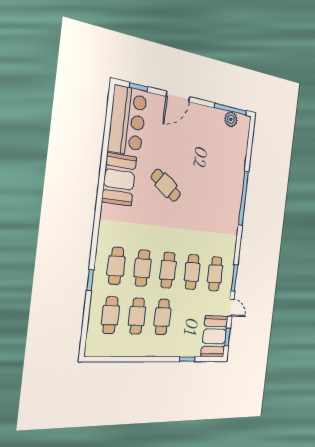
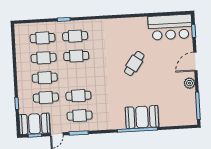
door: (178, 97) -> (195, 62), hinge flipped
plant: (231, 119) -> (190, 83), moved
booth: (119, 179) -> (142, 117), moved
cafe table: (168, 270) -> (46, 98), moved

